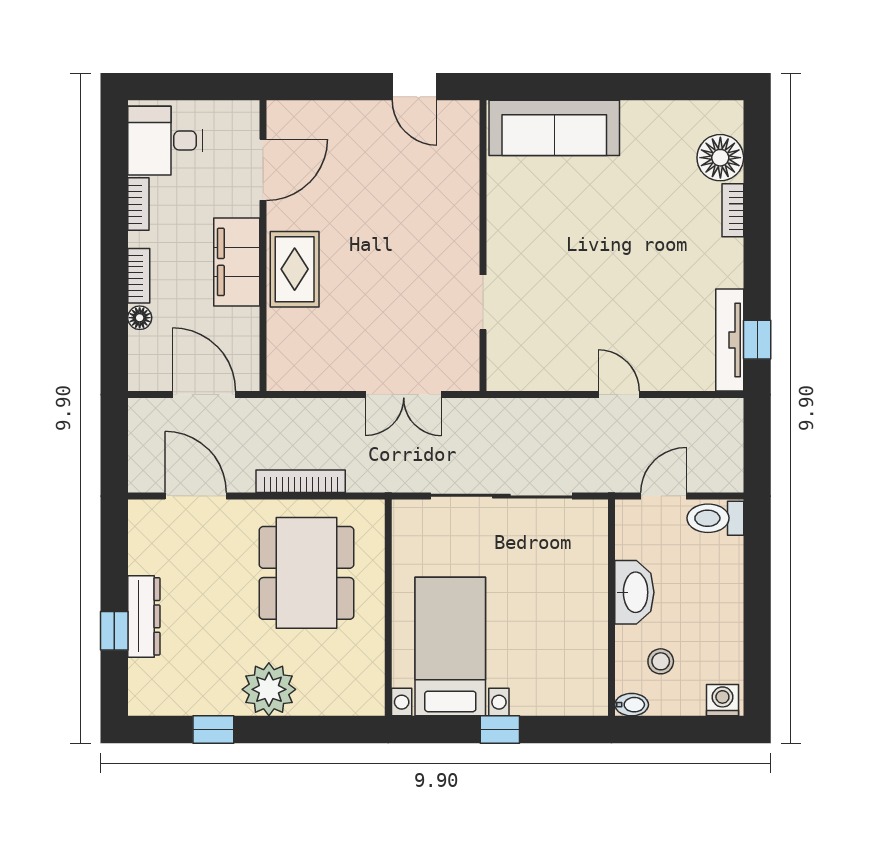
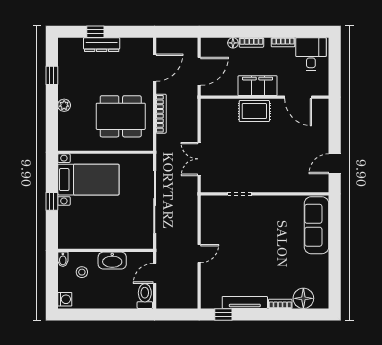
tv unit: (730, 340) -> (245, 302), moved
door: (663, 496) -> (155, 273), swing flipped
plant: (269, 689) -> (64, 105), width x0.53, depth x0.53

